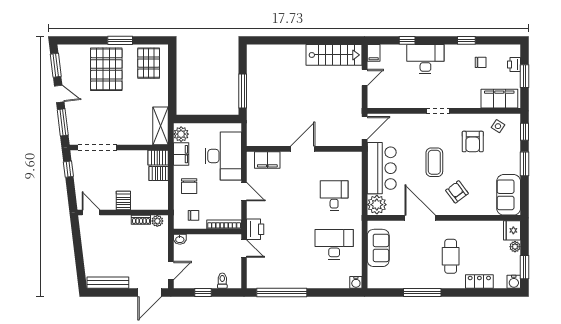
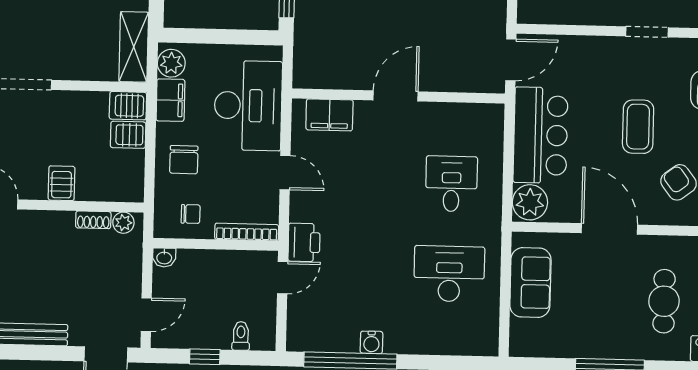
door: (244, 249) -> (282, 278), hinge flipped
water cooler: (356, 282) -> (371, 342), moved

